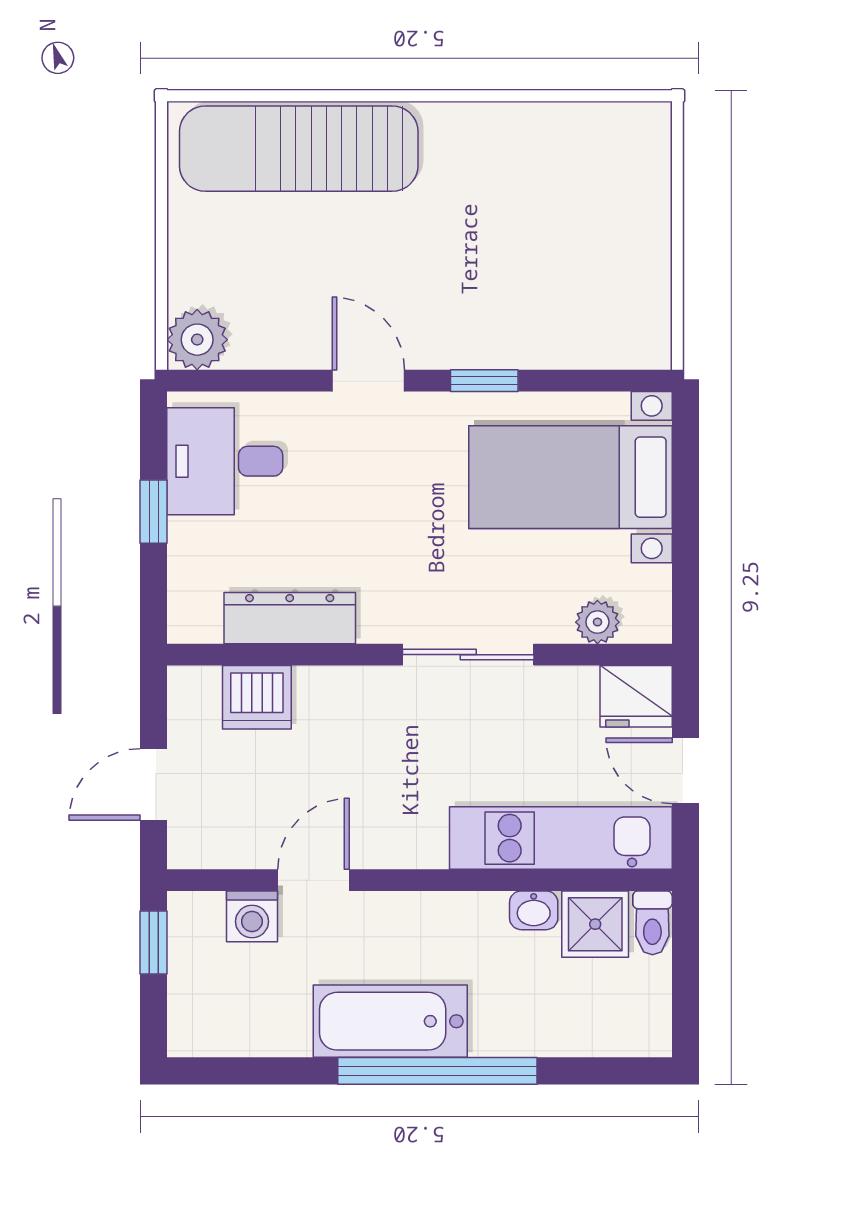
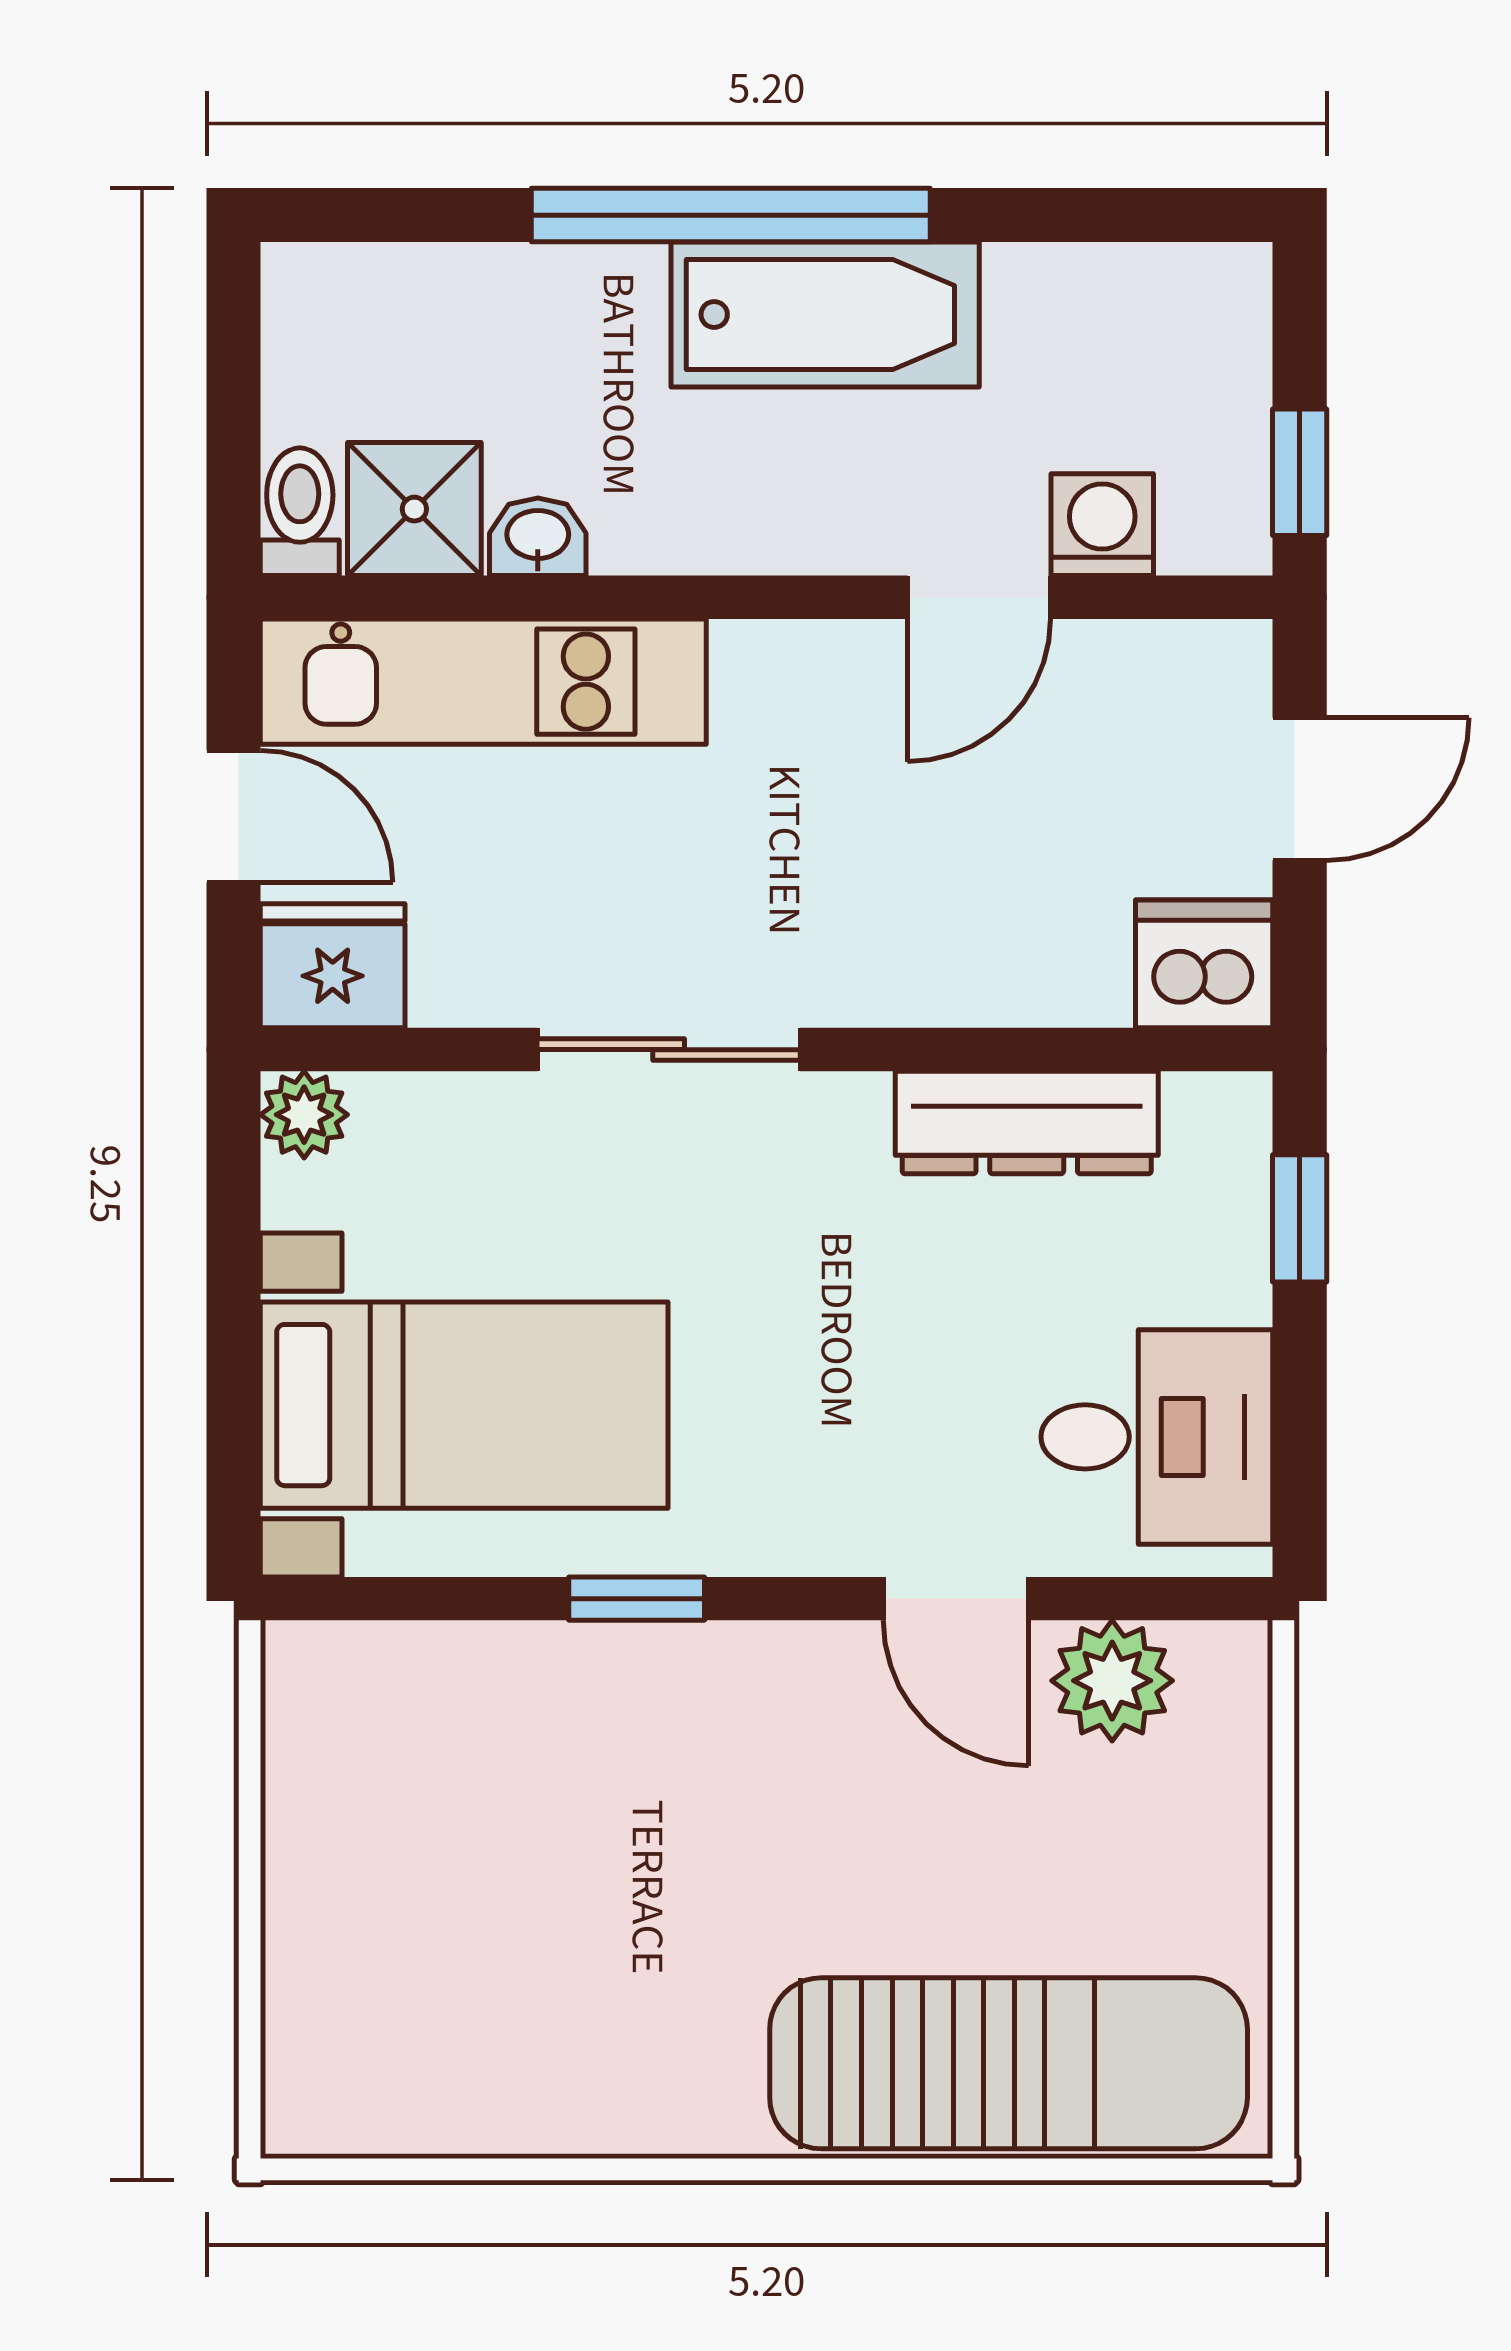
plant: (197, 340) -> (1112, 1681), moved
door: (368, 381) -> (956, 1599), moved
window: (154, 512) -> (1300, 1218), moved
plant: (597, 622) -> (304, 1115), moved
dishwasher: (257, 697) -> (1204, 964), moved

